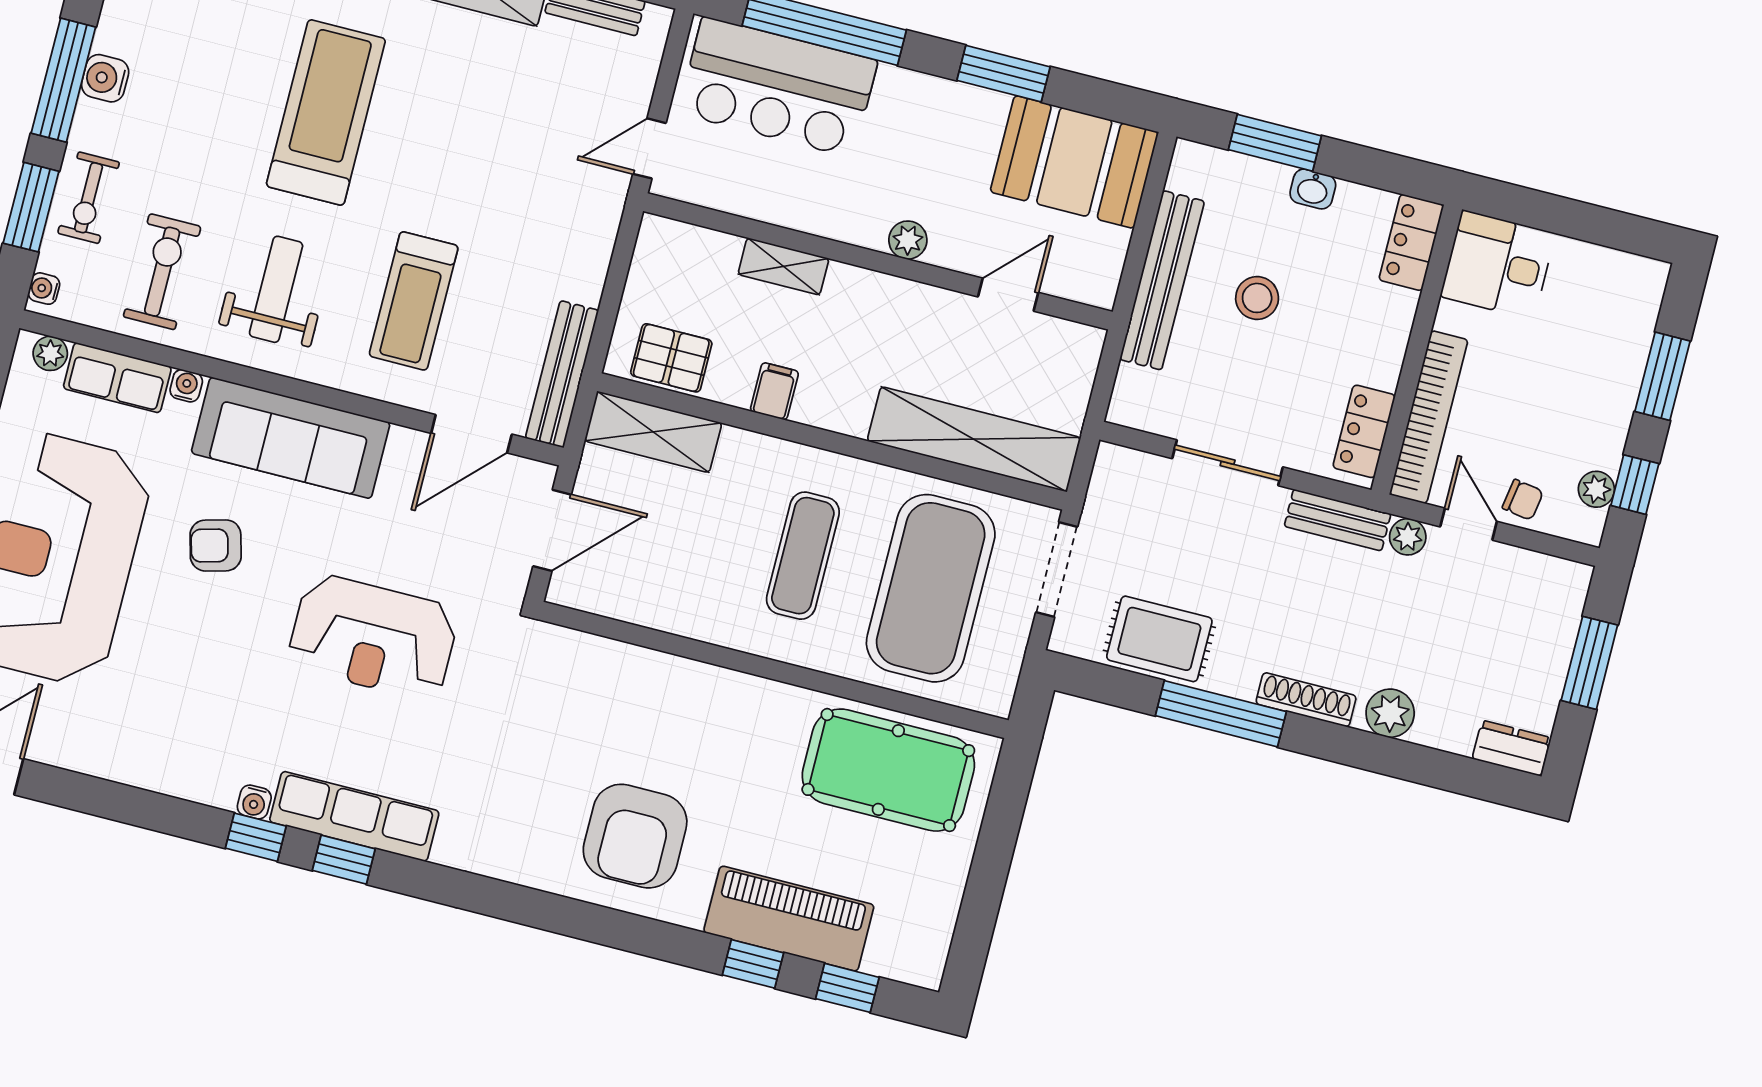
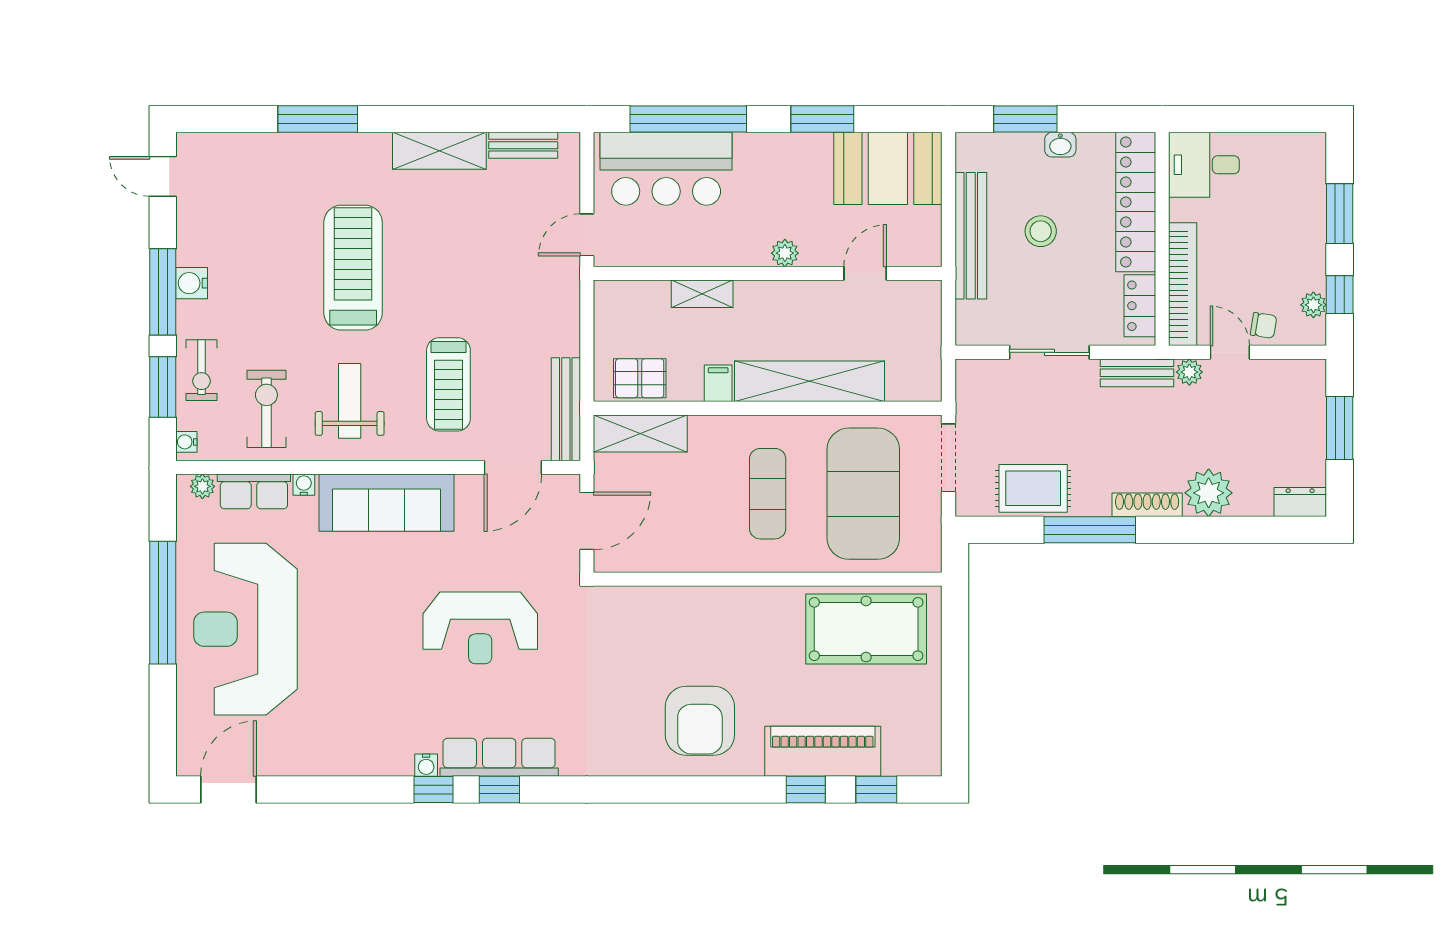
locker: (1411, 242) -> (1136, 202), width x2.16, depth x1.21
shelving: (974, 439) -> (810, 381), moved
armchair: (216, 545) -> (353, 592), removed
plant: (1390, 713) -> (1209, 493), width x1.36, depth x1.36

